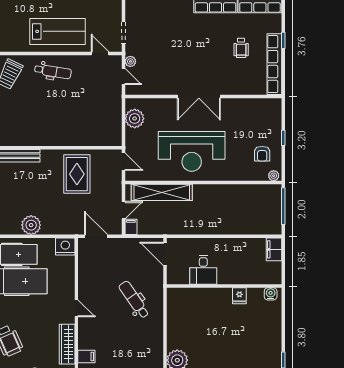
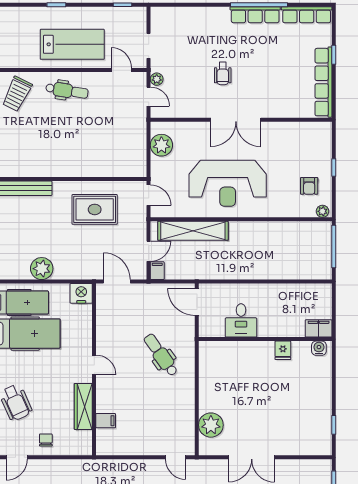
wheelchair: (241, 48) -> (223, 73), moved
rug: (77, 174) -> (95, 209), turned 90
filing cabinet: (274, 249) -> (319, 328), moved, turned 90

